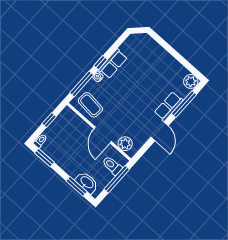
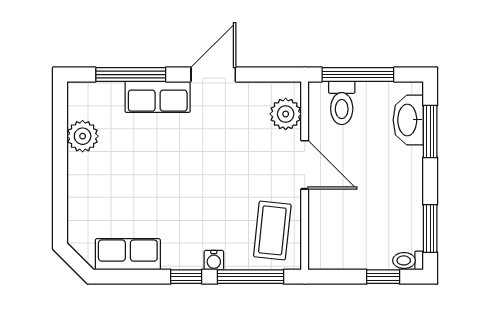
row of seats: (113, 64) -> (128, 254), moved
plant: (191, 81) -> (83, 136), moved
window: (49, 120) -> (383, 277), moved
door: (103, 135) -> (305, 165), hinge flipped

